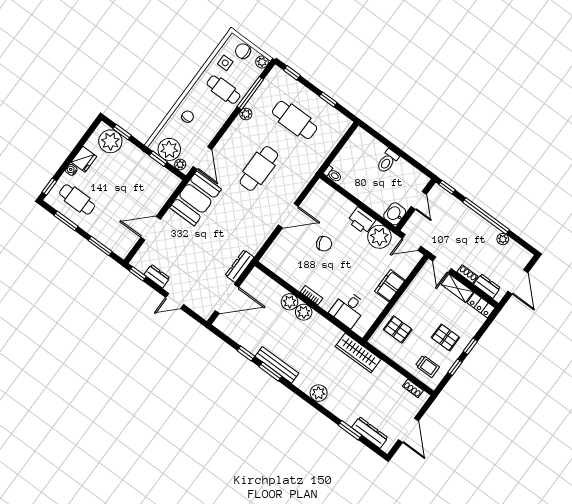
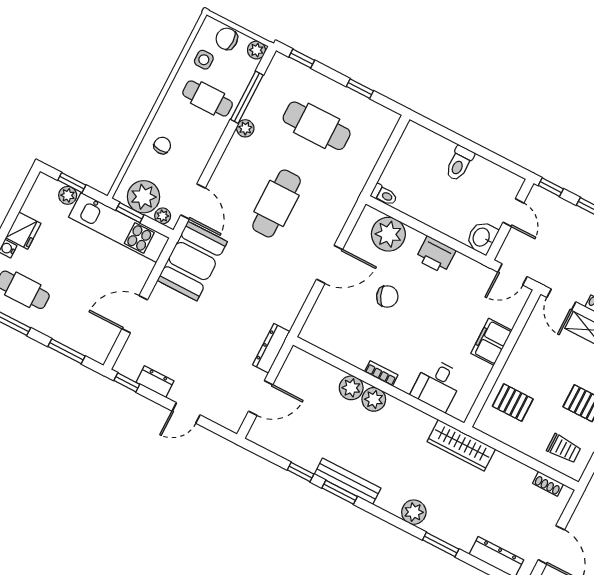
plant: (110, 141) -> (68, 195), width x0.53, depth x0.53
kitchen unit: (149, 168) -> (119, 228), added
plant: (379, 237) -> (388, 234), moved
door: (227, 299) -> (261, 398), width x0.73
window: (350, 430) -> (441, 544), moved

